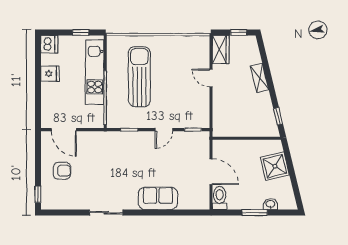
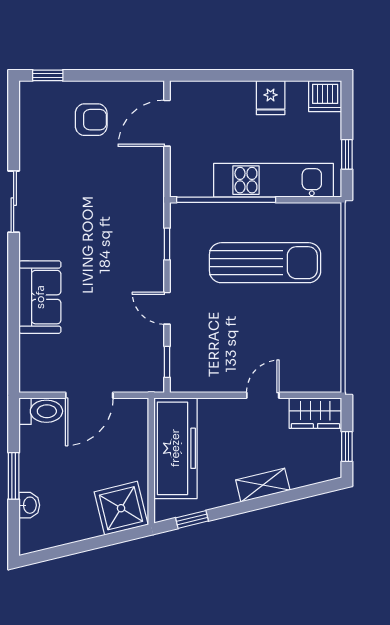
freezer: (240, 125) -> (175, 448), added
shower: (275, 166) -> (121, 508), moved
armchair: (62, 171) -> (91, 120), turned -90

